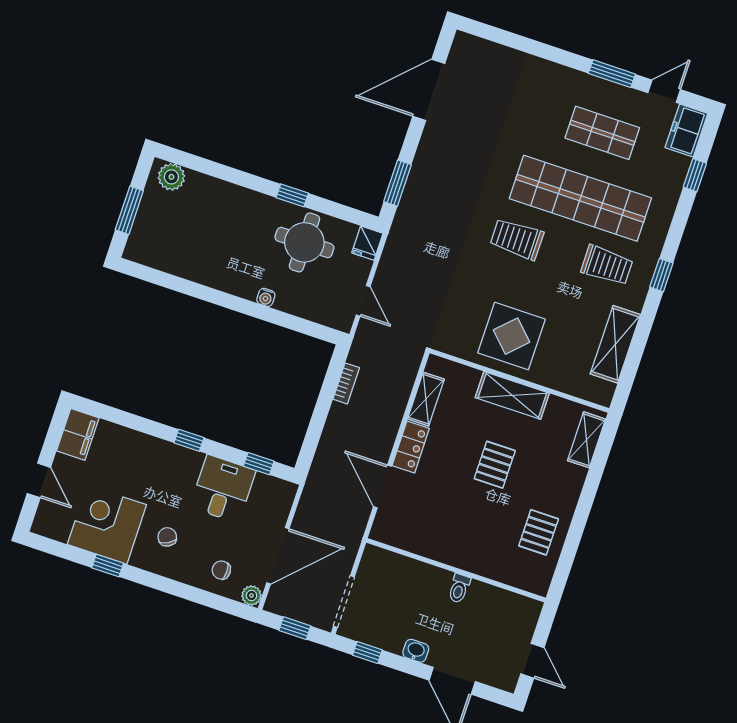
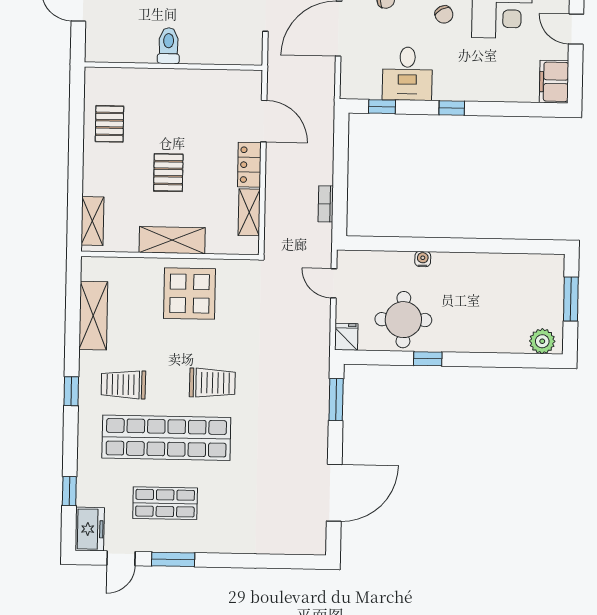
toilet: (459, 588) -> (169, 46), width x1.37, depth x1.39

